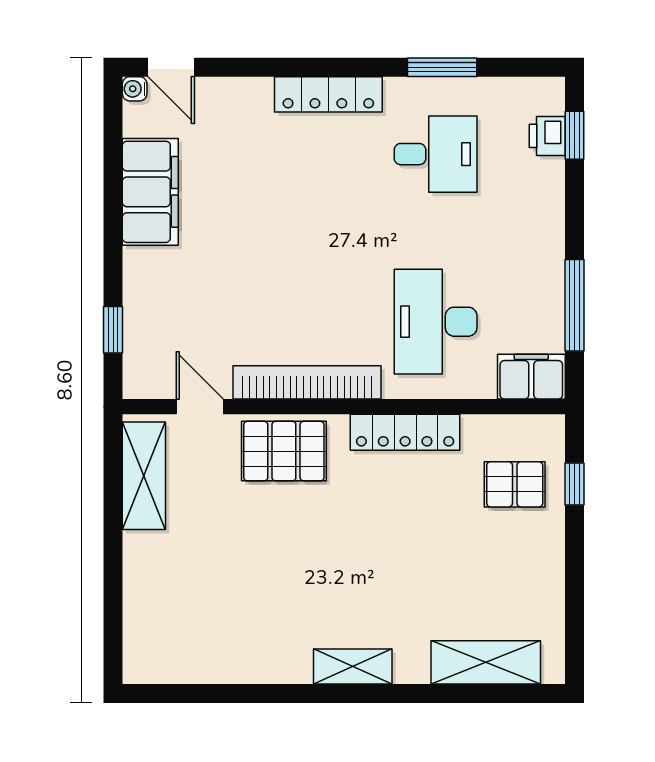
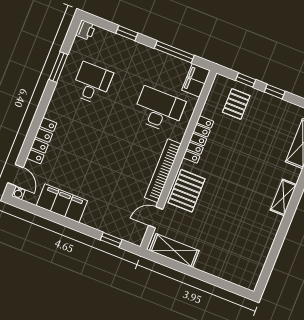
door: (171, 67) -> (16, 175), hinge flipped
locker: (328, 94) -> (42, 141), moved
window: (574, 135) -> (127, 33), moved
printer: (547, 136) -> (86, 30), moved, turned -90
desk: (436, 322) -> (159, 110), turned 180
window: (574, 557) -> (275, 92), added

